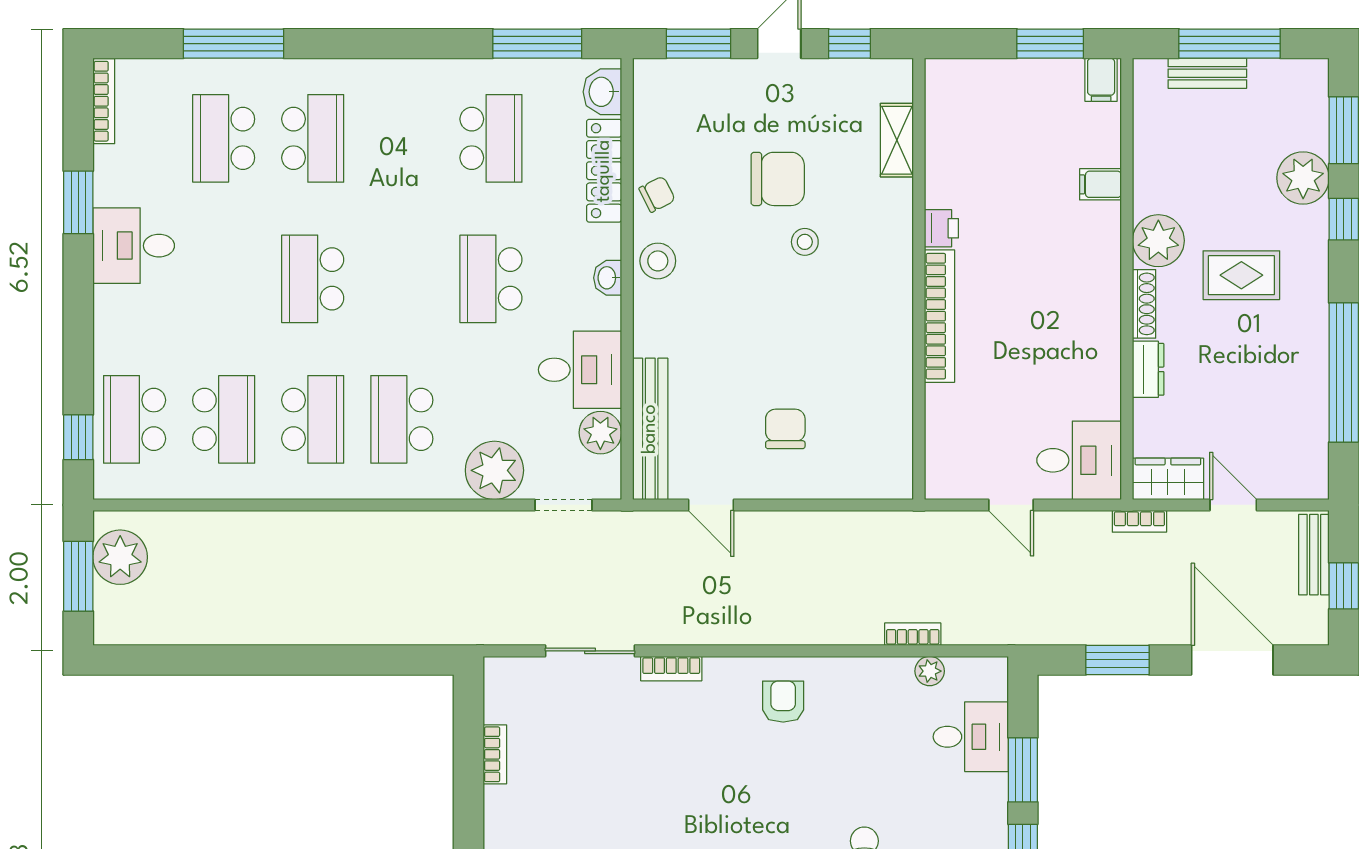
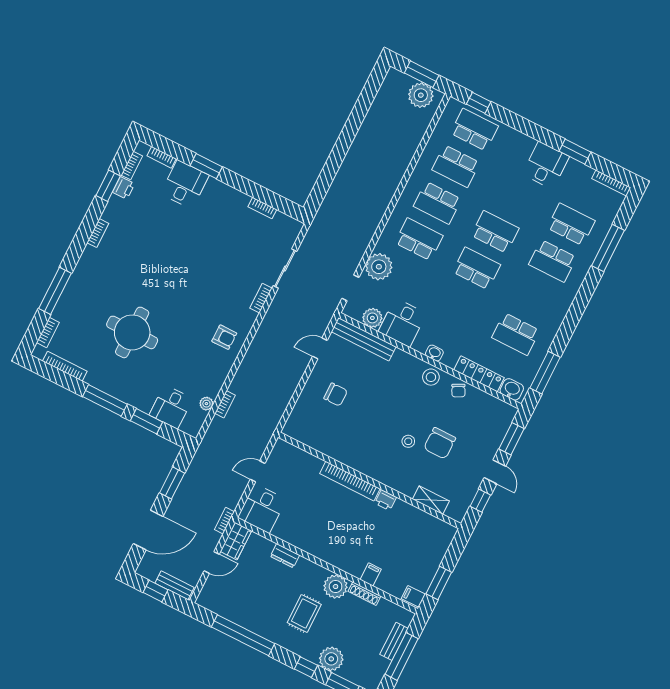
school desk: (491, 279) -> (477, 268), moved
shoe rack: (1144, 304) -> (364, 594), moved

